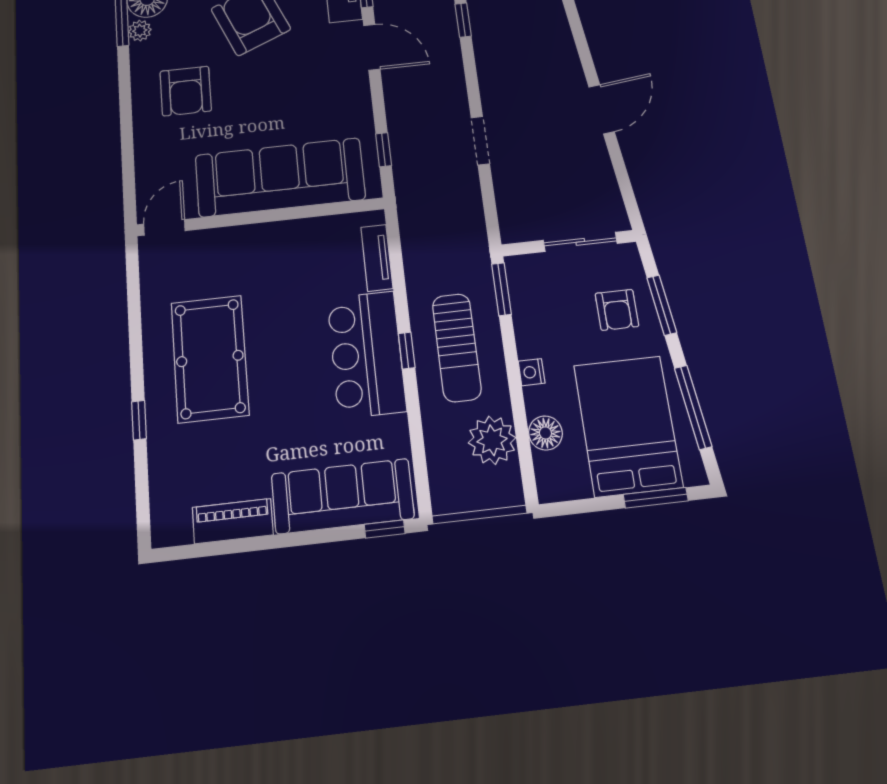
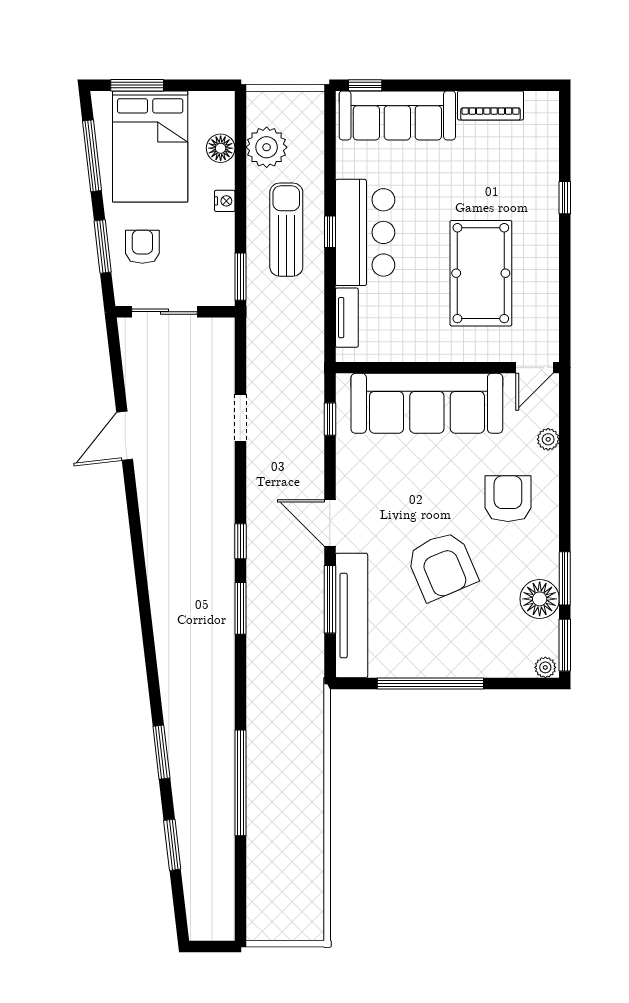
plant: (140, 31) -> (548, 439), moved
pool table: (210, 358) -> (481, 273), moved

